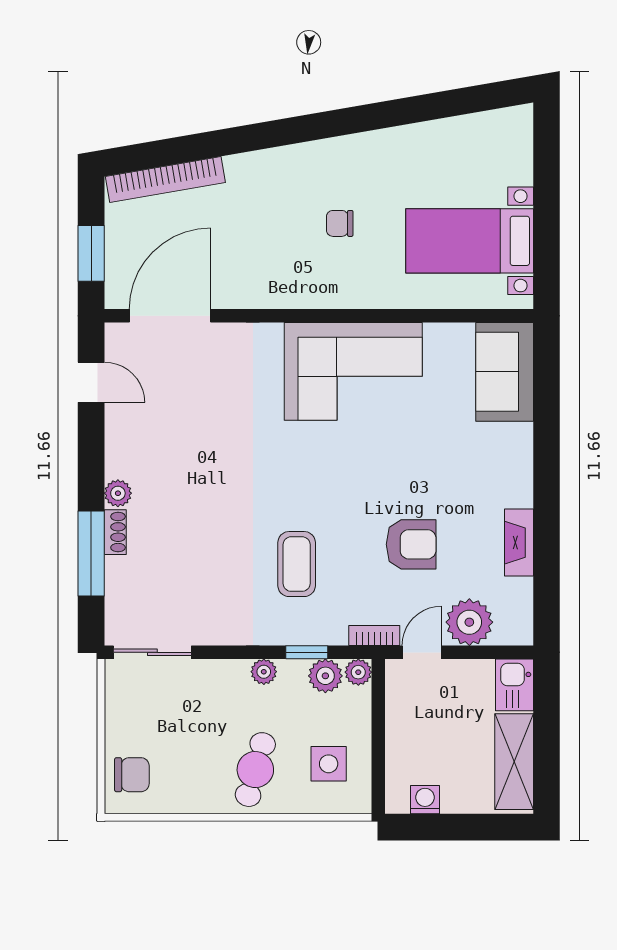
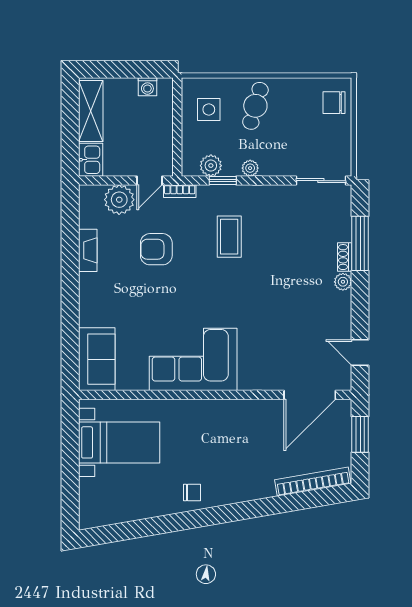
chair: (340, 223) -> (192, 493), moved
plant: (358, 672) -> (190, 168), removed

